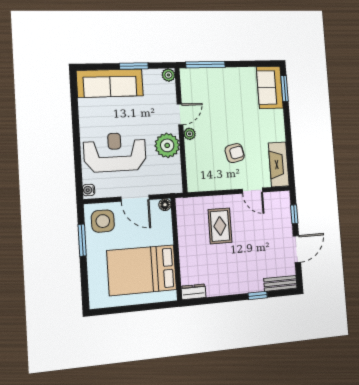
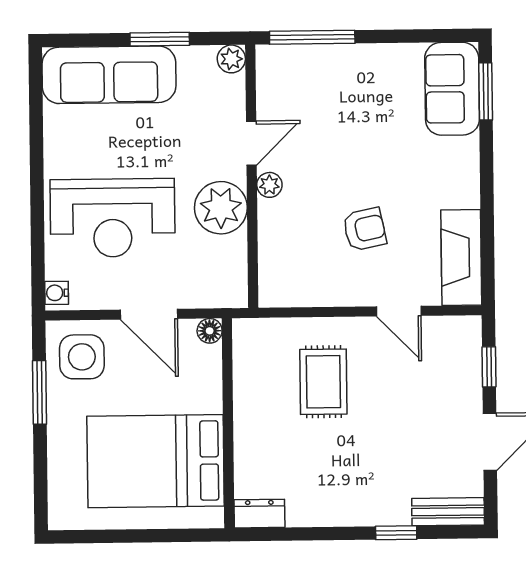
reception desk: (115, 152) -> (113, 218), turned 180

